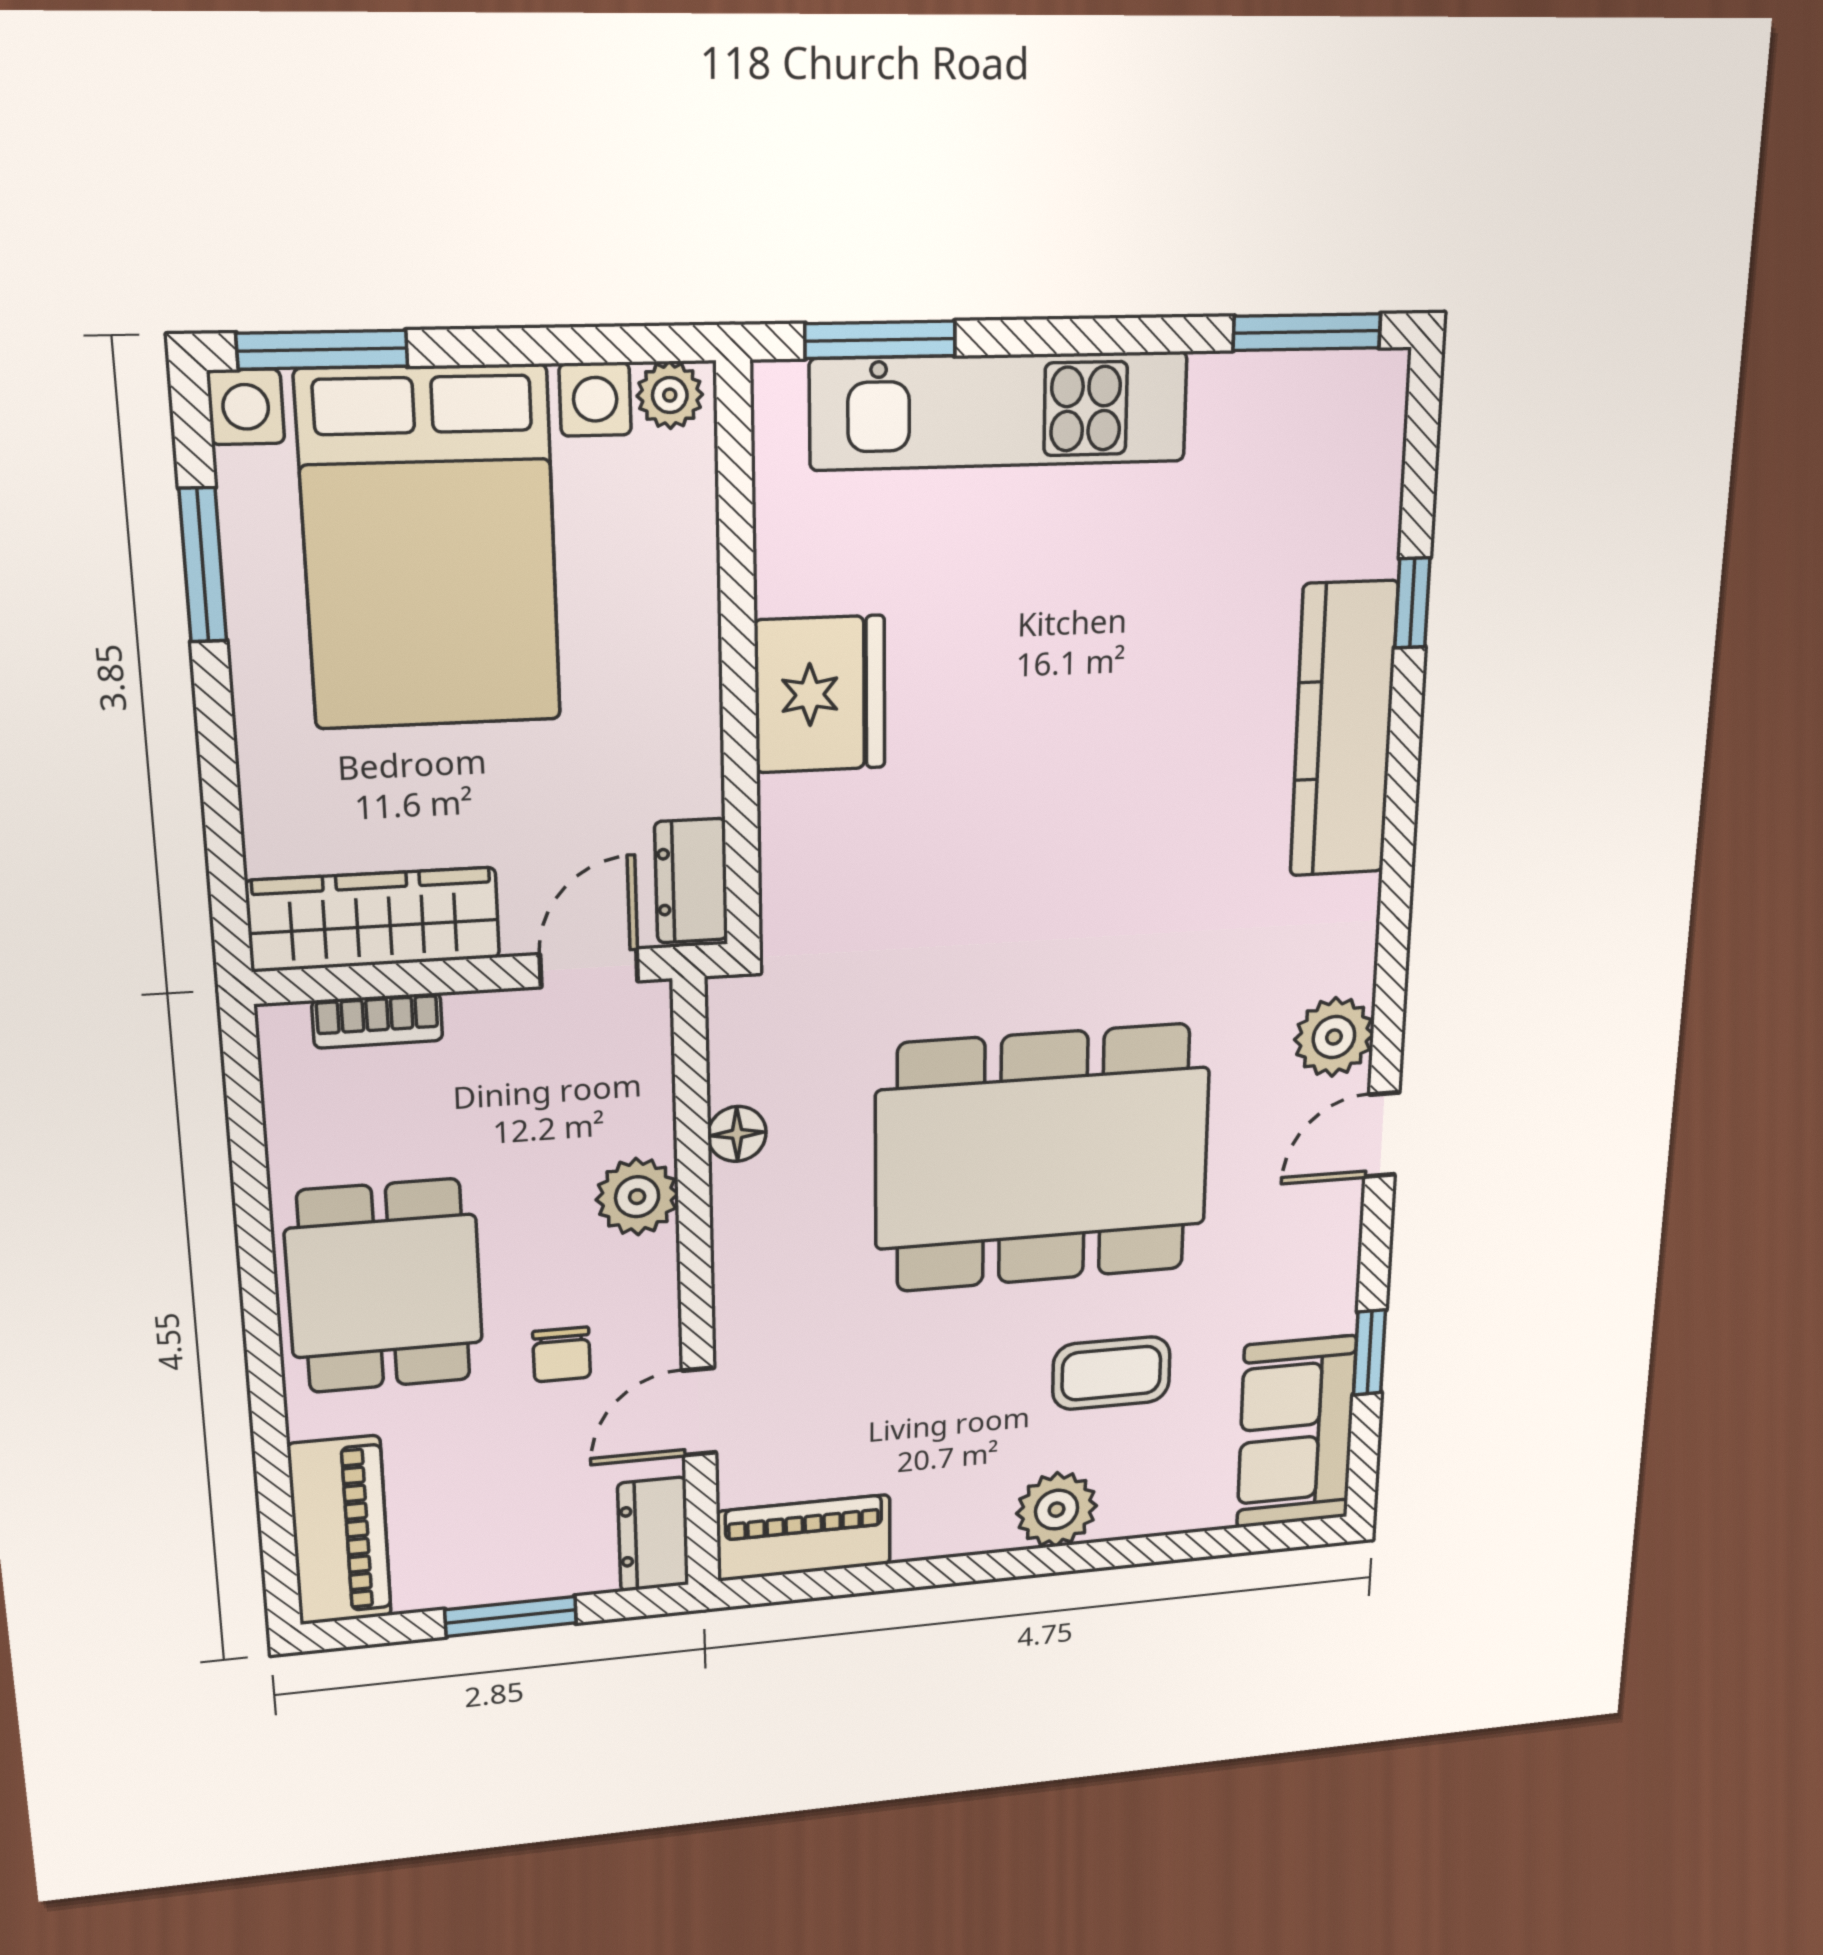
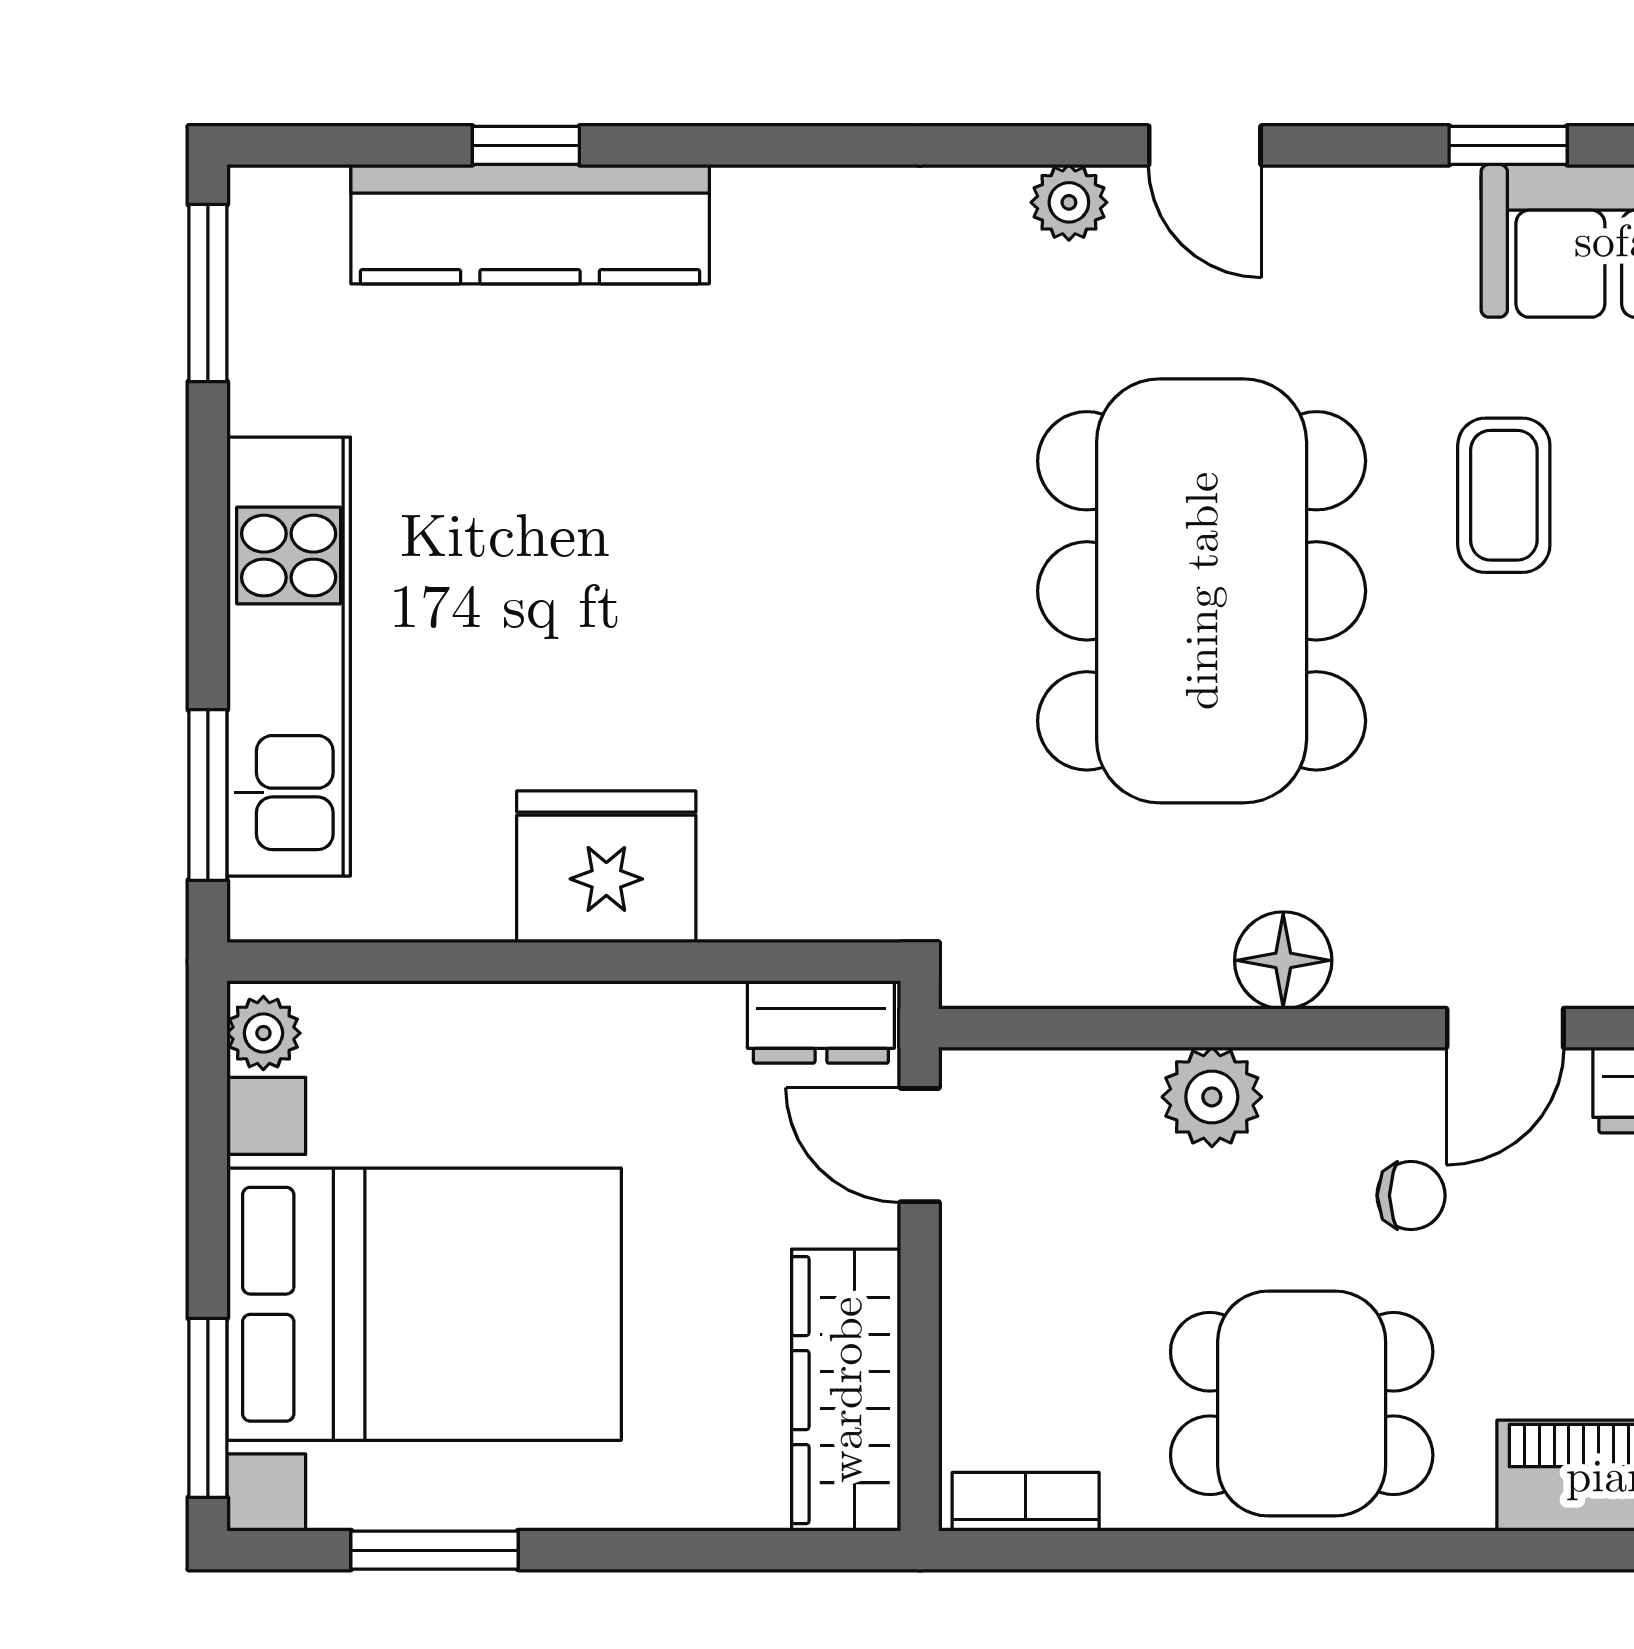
kitchen counter: (1344, 730) -> (530, 224), moved
bookcase: (377, 1021) -> (1026, 1502), moved, turned -90
plant: (1334, 1037) -> (1069, 202), width x0.73, depth x0.73
floor lamp: (737, 1134) -> (1283, 960), moved, width x1.37, depth x1.37
door: (699, 1412) -> (1505, 1028), hinge flipped

